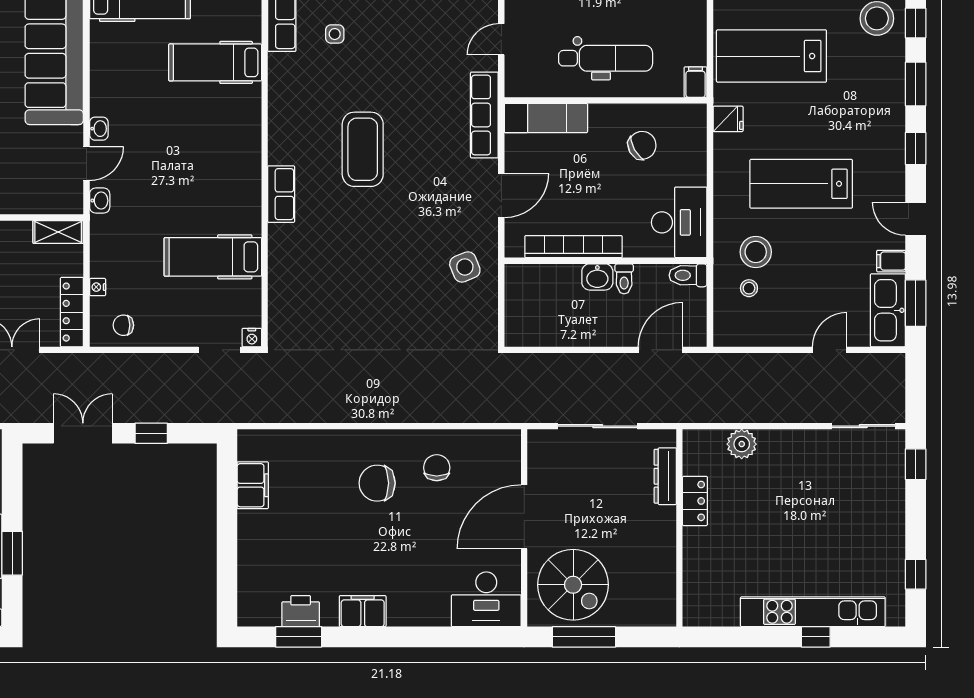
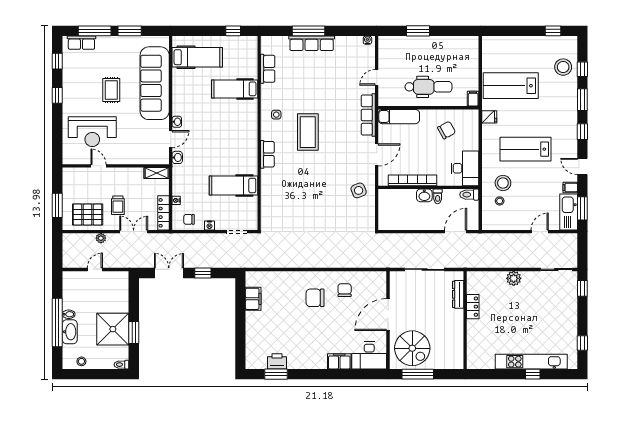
side table: (335, 34) -> (276, 115), moved
nightstand: (252, 338) -> (209, 225), moved
plant: (742, 444) -> (514, 278), moved
filing cabinet: (363, 611) -> (339, 361), moved

